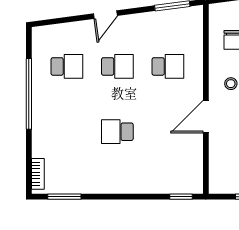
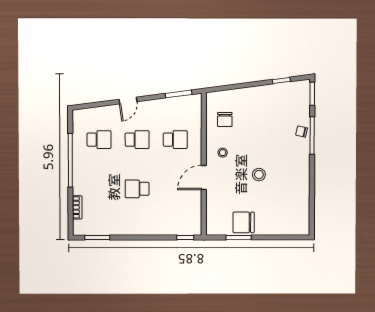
bookcase: (38, 174) -> (77, 207), moved

